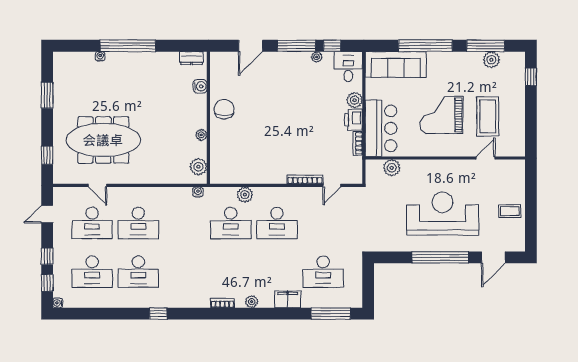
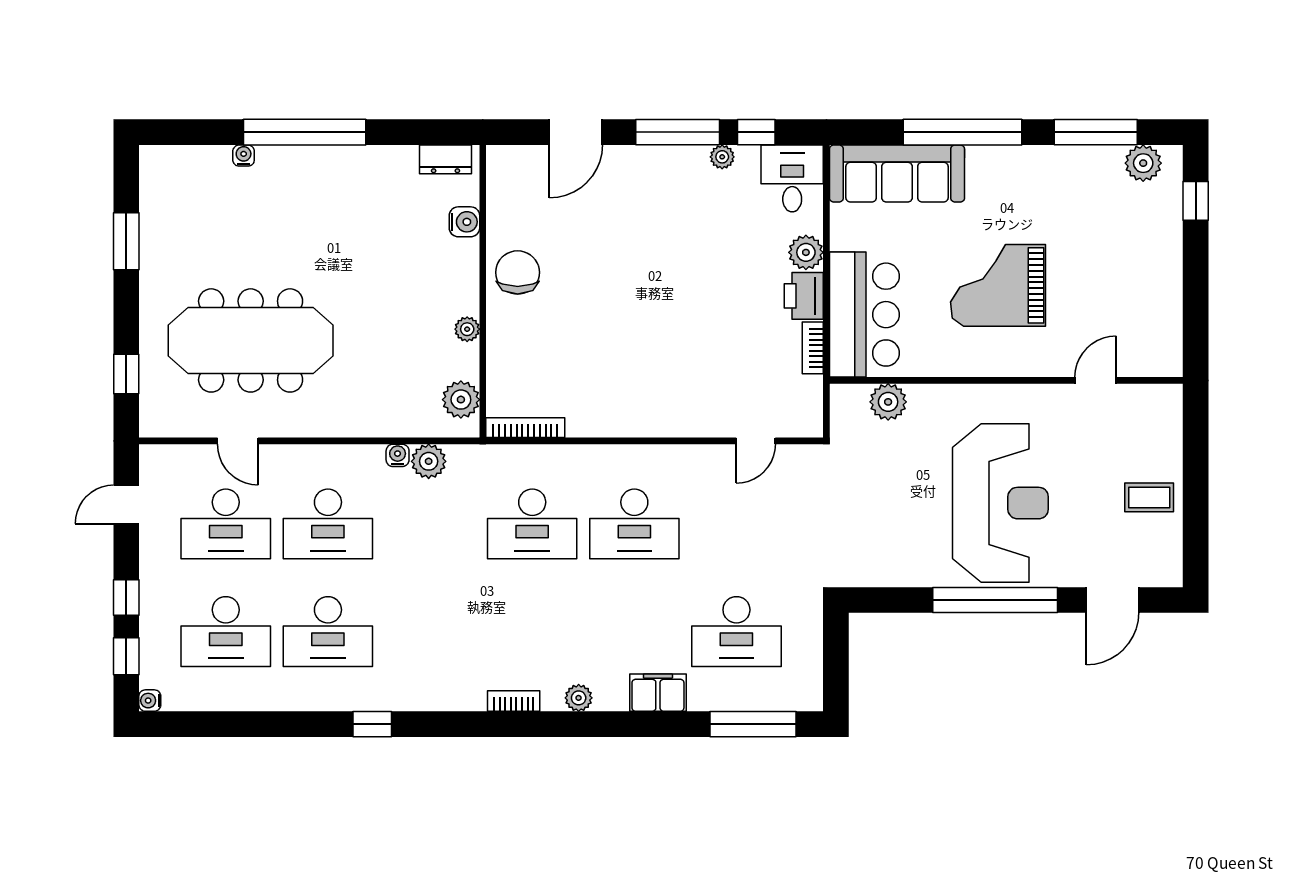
plant: (491, 60) -> (1143, 163), moved
coffee table: (488, 116) -> (1100, 288), removed
bookcase: (305, 179) -> (525, 428), moved
water cooler: (198, 192) -> (398, 455), moved
plant: (245, 195) -> (429, 461), moved
reception desk: (443, 214) -> (1000, 503), turned 90

